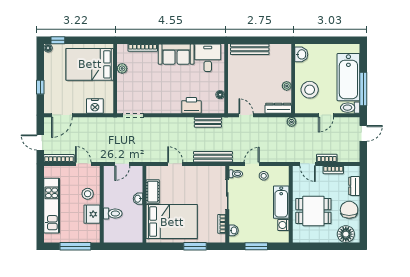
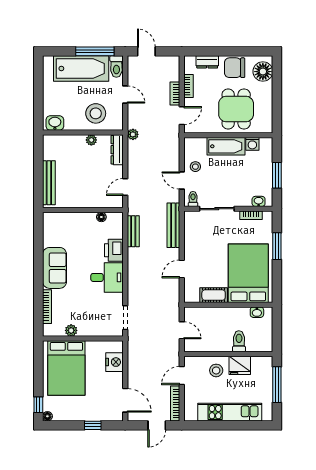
desk: (208, 58) -> (107, 277), moved, turned 180
washbasin: (138, 199) -> (257, 312), moved

